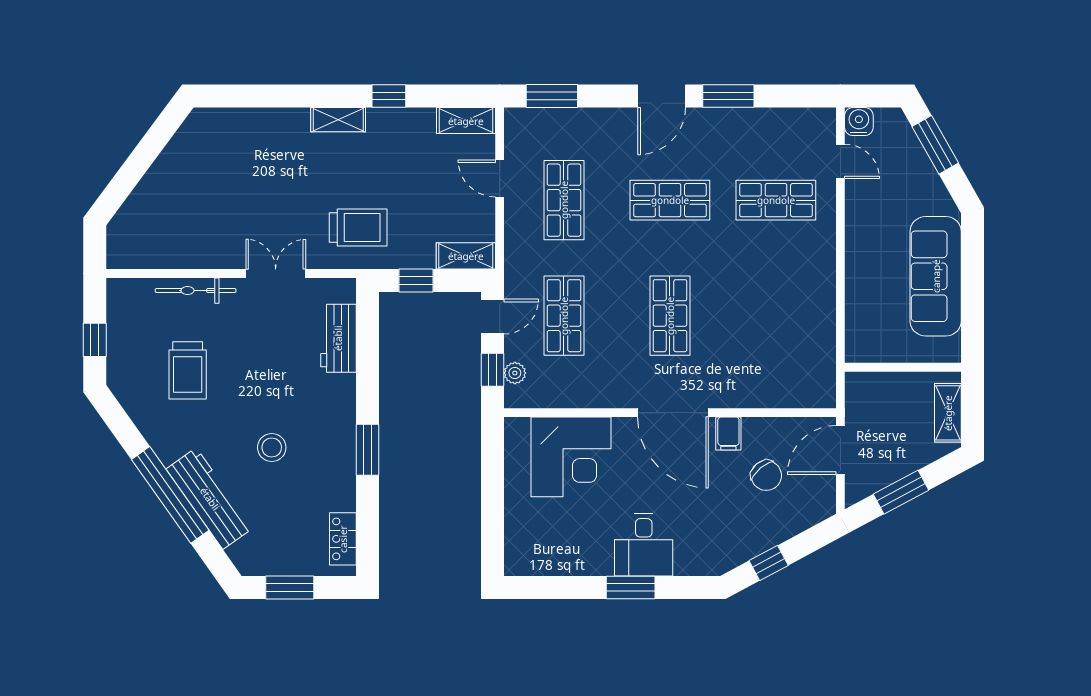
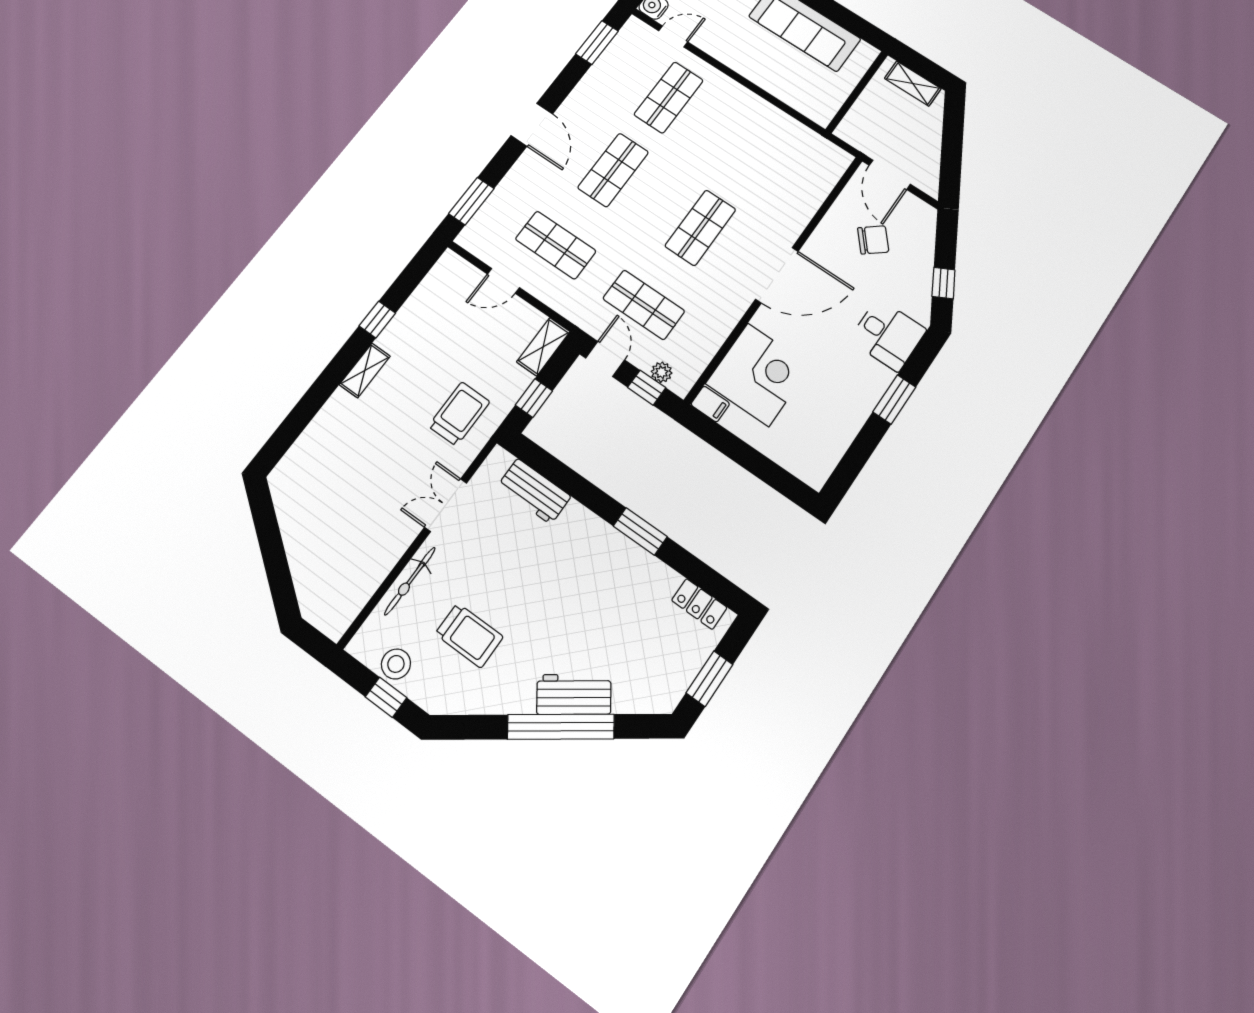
window: (728, 96) -> (597, 43), moved
shelving: (466, 121) -> (441, 275), removed
shop shelf: (670, 316) -> (700, 228), turned 90
filing cabinet: (728, 434) -> (710, 404), moved
stool: (272, 447) -> (396, 664), moved
window: (901, 492) -> (951, 154), removed
workbench: (210, 499) -> (574, 694), width x0.73
desk: (644, 545) -> (888, 335), moved

